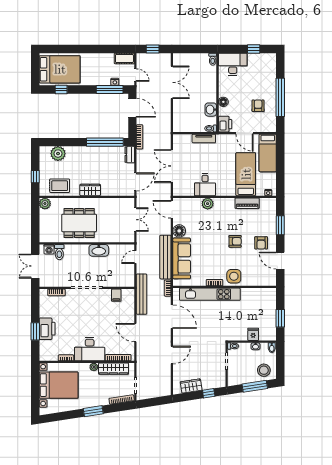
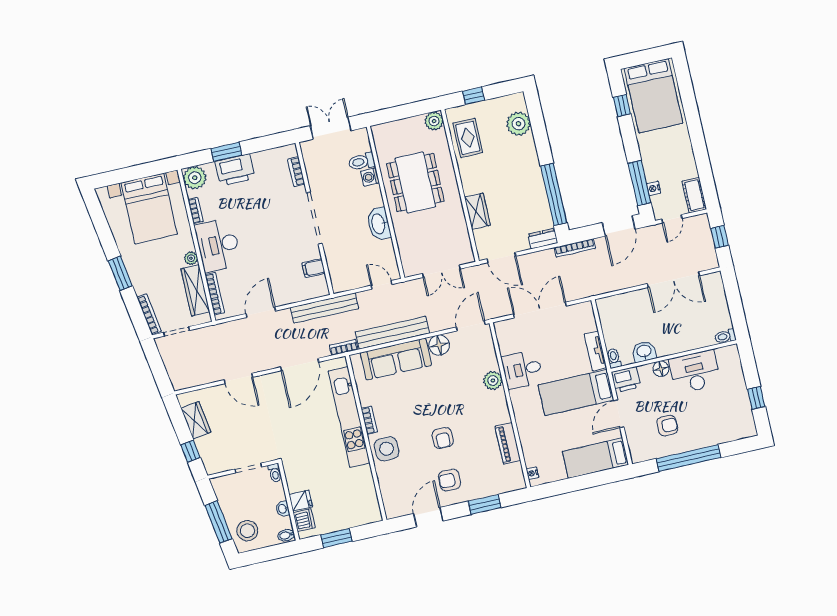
desk: (233, 64) -> (695, 372), moved, turned -90
bed: (246, 174) -> (576, 392), moved, turned 180
wardrobe: (90, 190) -> (477, 211), moved
washing machine: (49, 249) -> (370, 177), moved
dishwasher: (265, 335) -> (304, 520), added
plant: (46, 354) -> (195, 178), added

